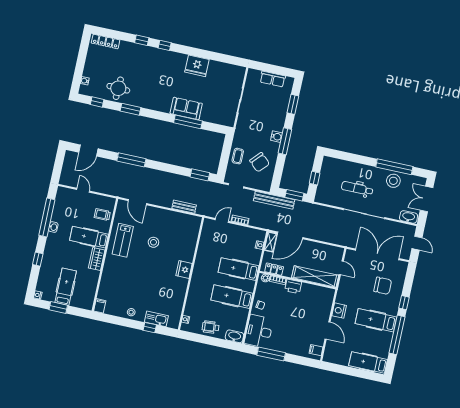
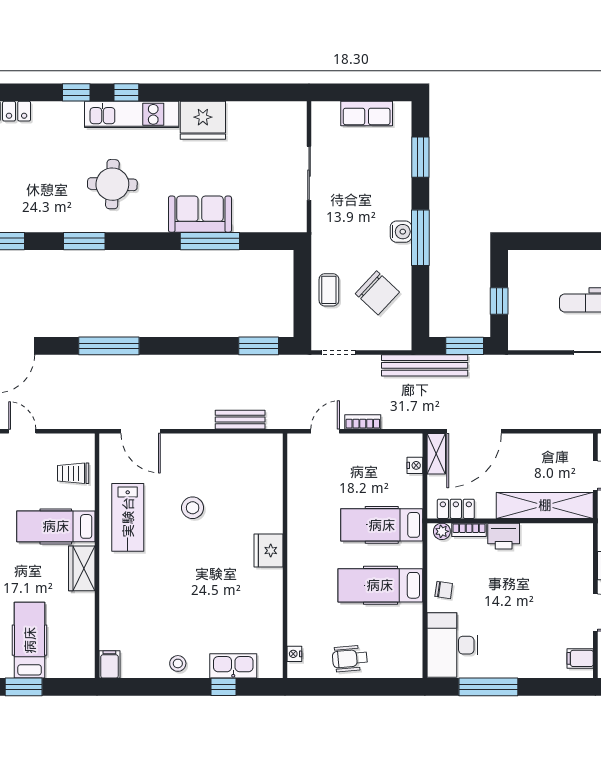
kitchen unit: (165, 56) -> (132, 114), added
round table: (118, 88) -> (112, 184), moved
washbasin: (234, 336) -> (404, 667), removed

